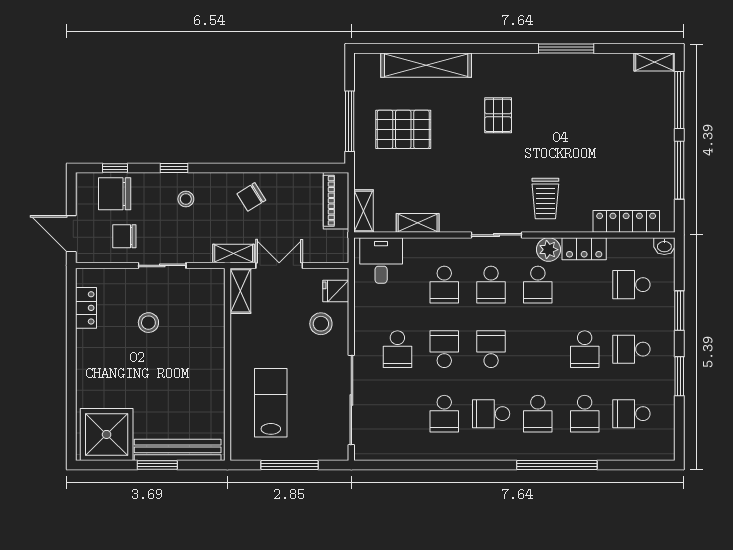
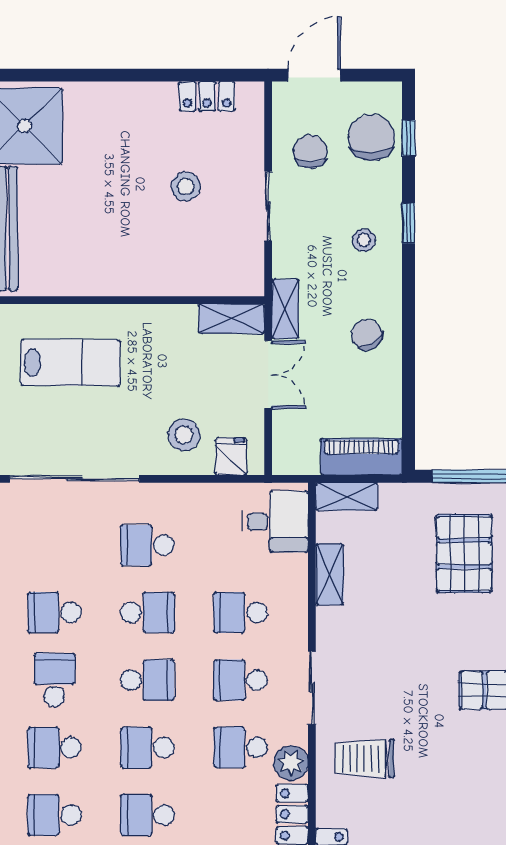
school desk: (538, 349) -> (147, 748), added

